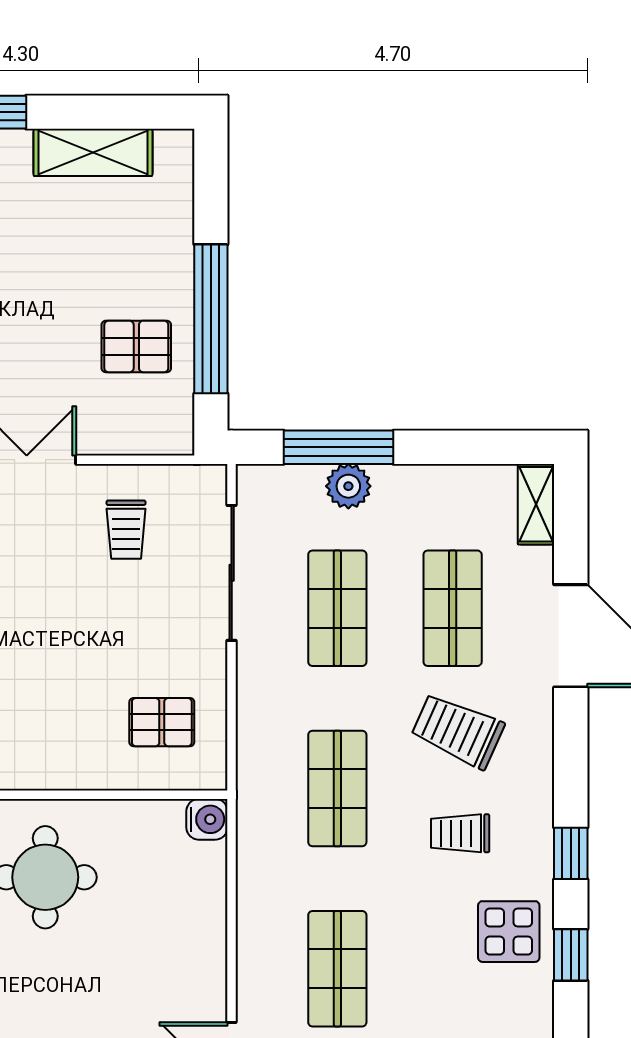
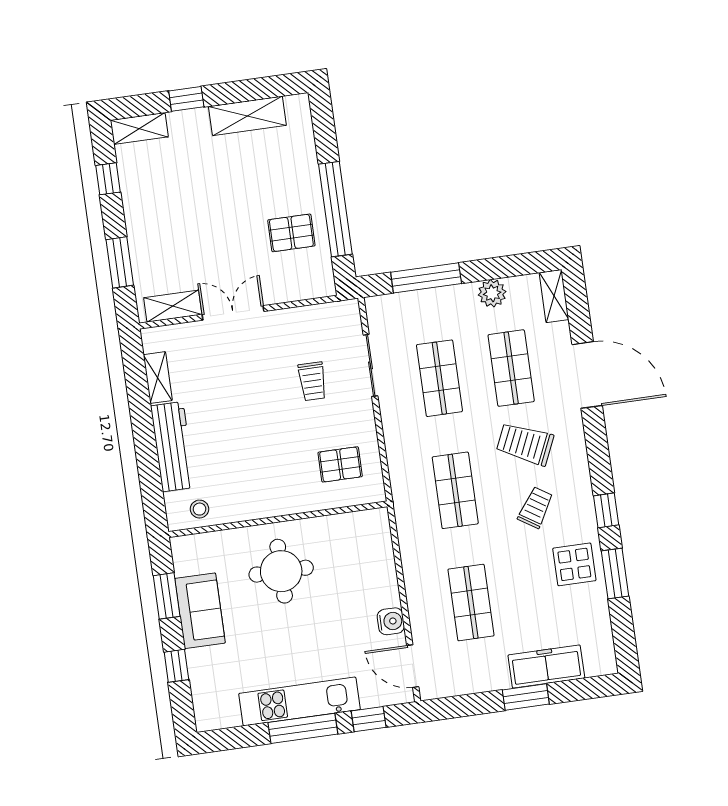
plant: (348, 486) -> (492, 293), moved
trolley: (126, 530) -> (312, 381), moved
sliding door: (232, 573) -> (370, 365), width x0.73
water cooler: (207, 819) -> (391, 621), moved
trolley: (460, 833) -> (536, 508), turned 123
window: (571, 955) -> (615, 574), width x1.50

